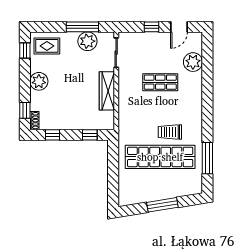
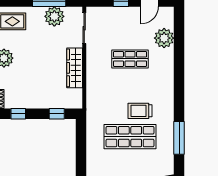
shop shelf: (160, 157) -> (130, 137), width x0.71

